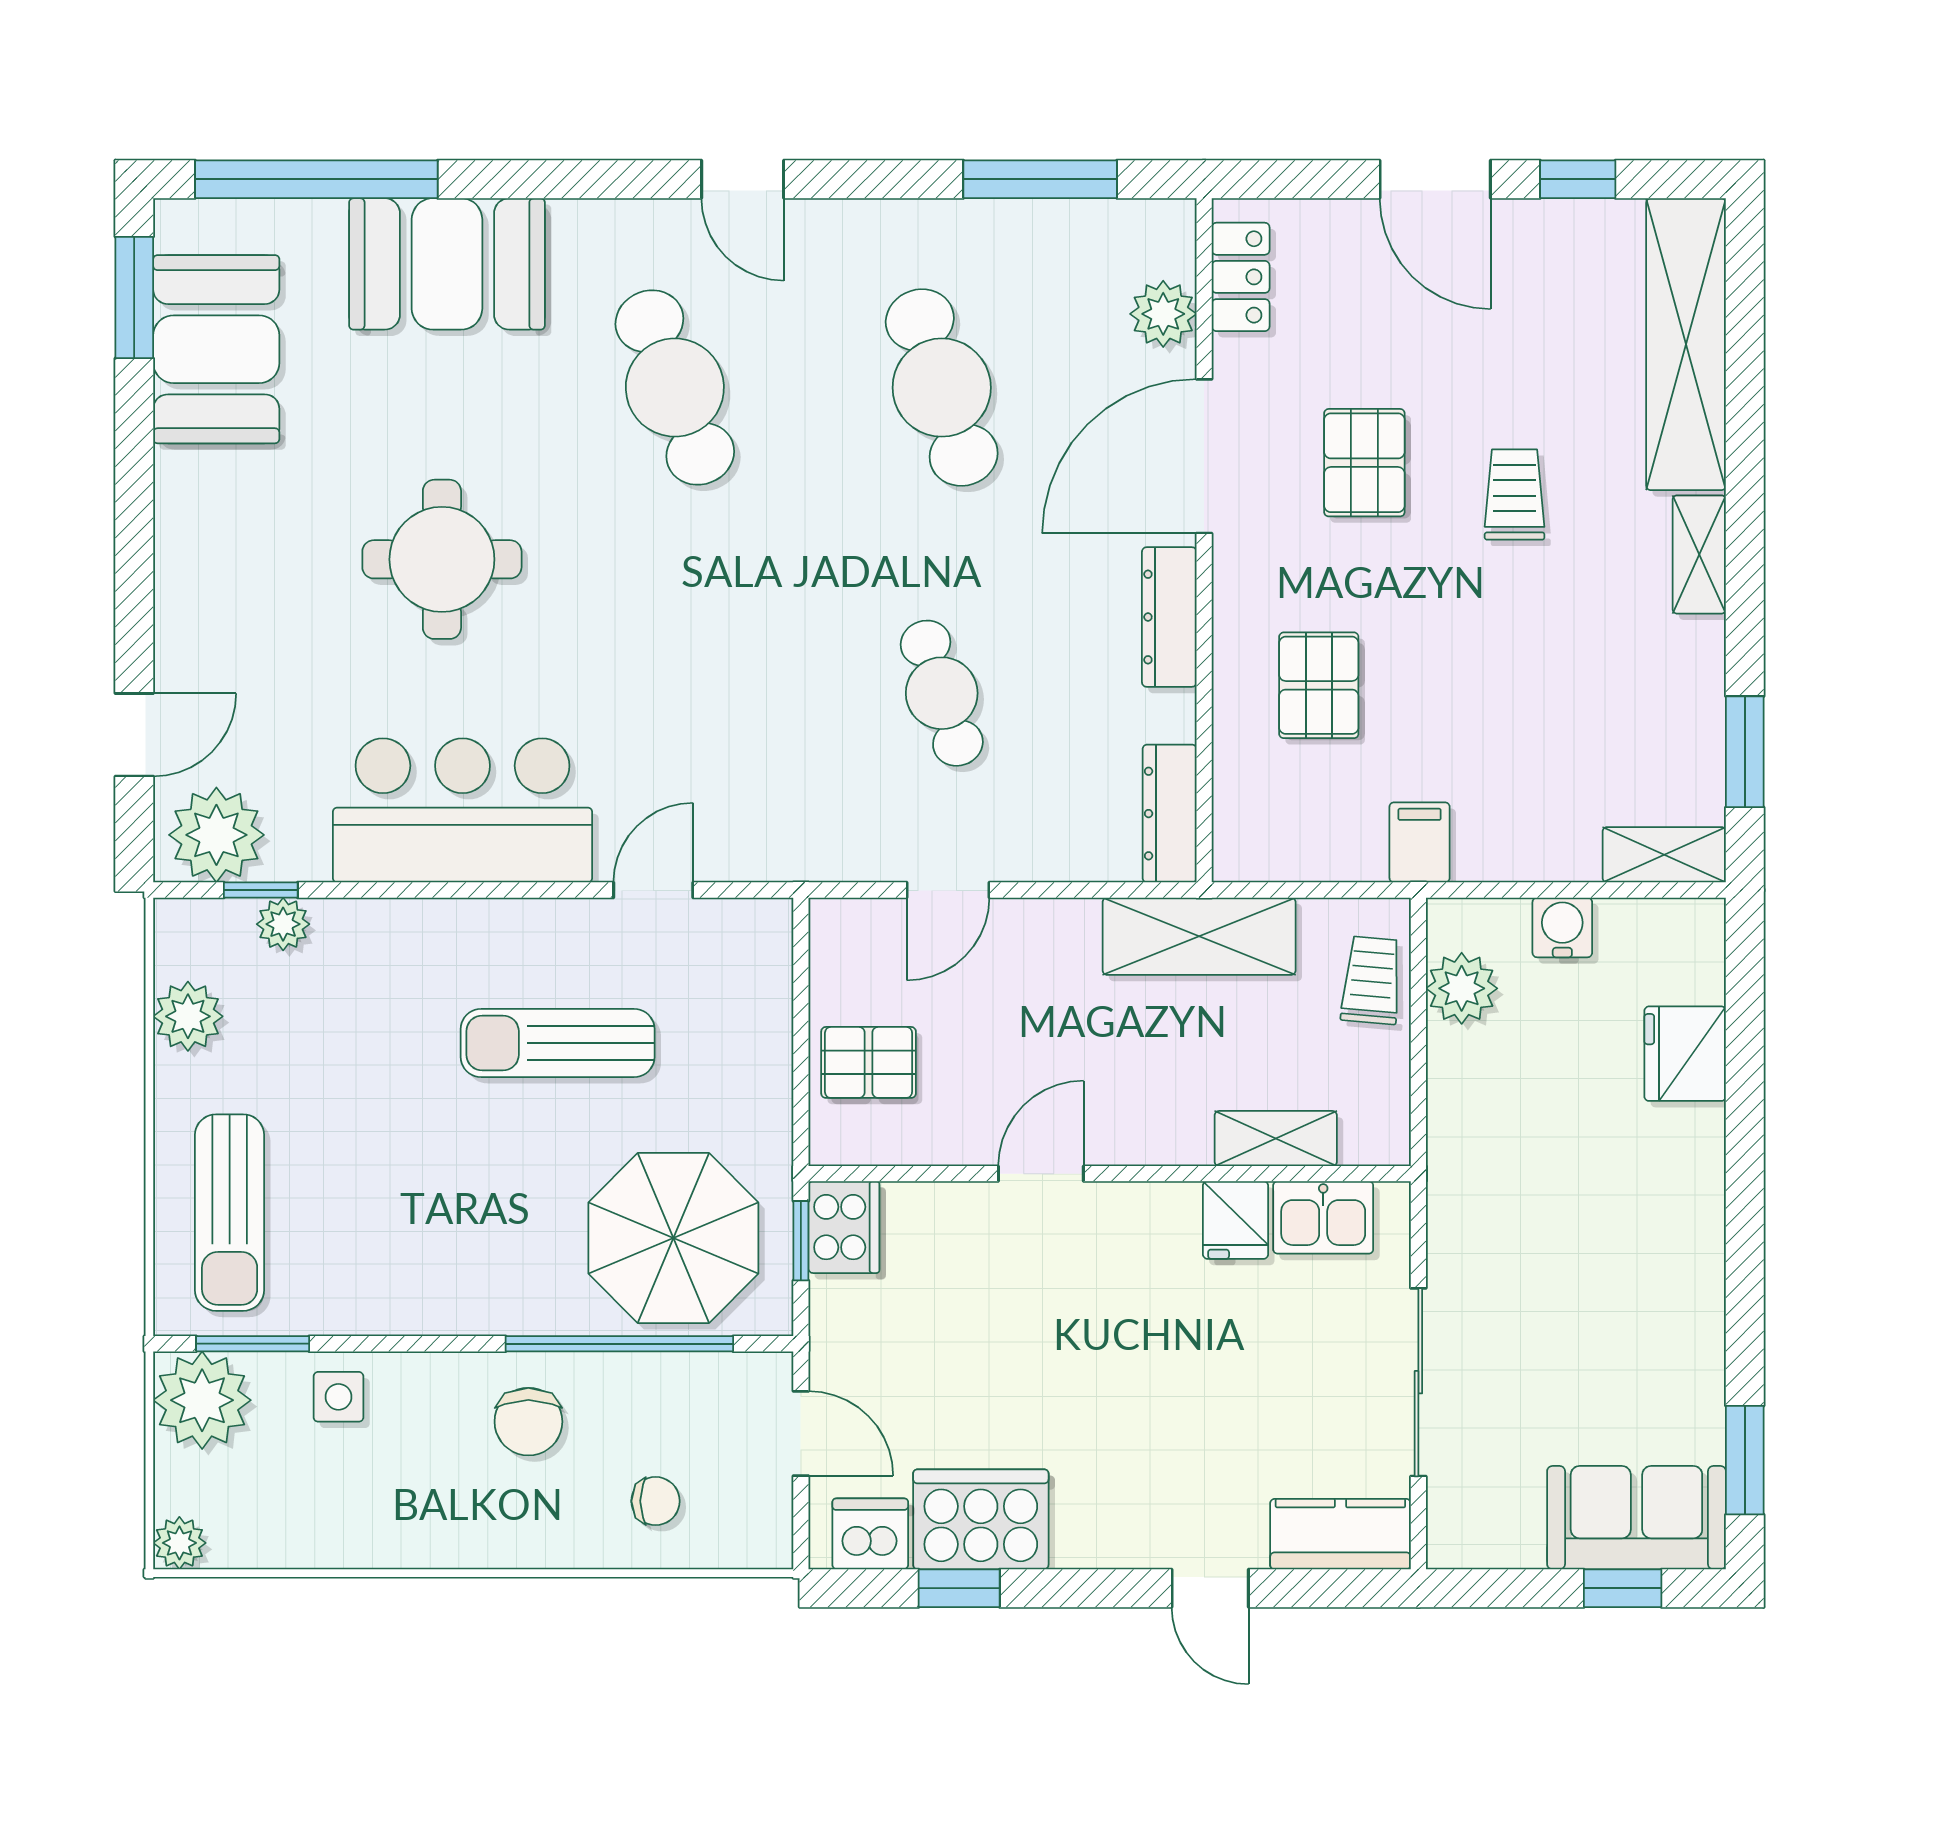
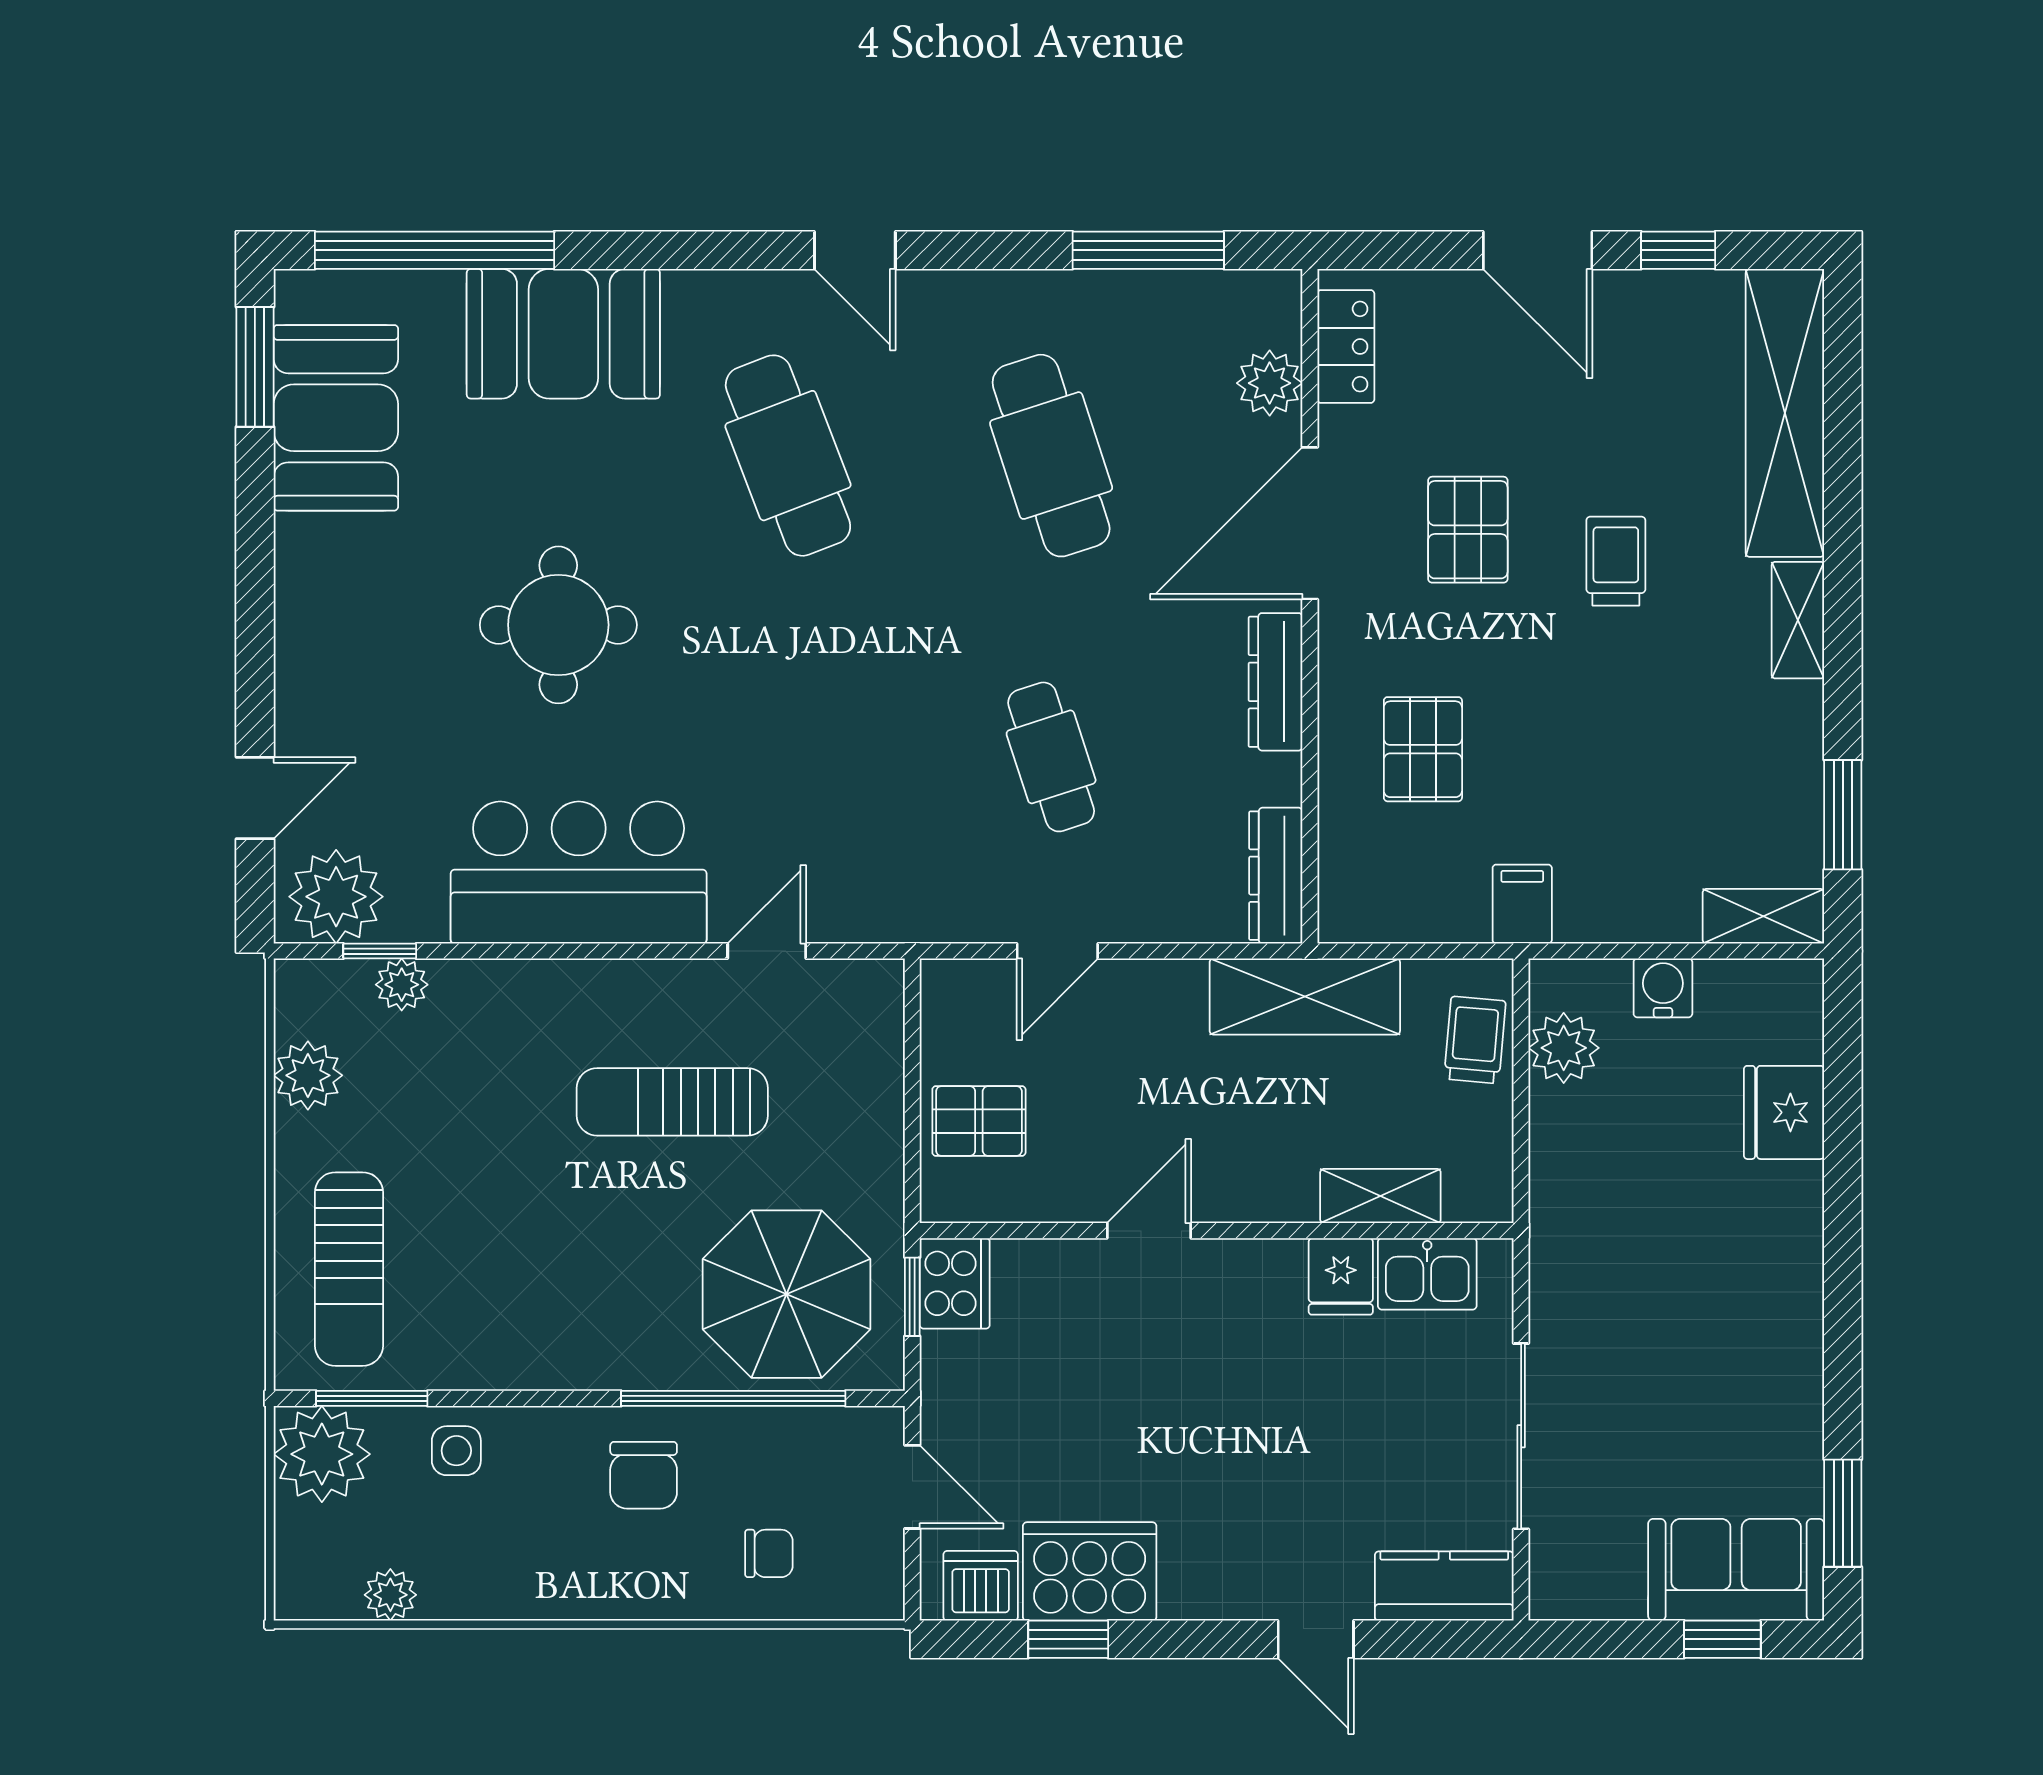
plant: (179, 1543) -> (390, 1595), moved

